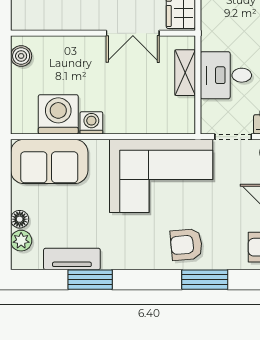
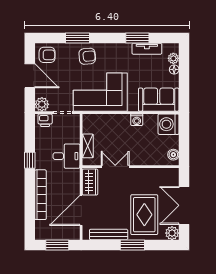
desk: (226, 75) -> (67, 156), moved
washing machine: (58, 114) -> (168, 124), moved, turned 90

